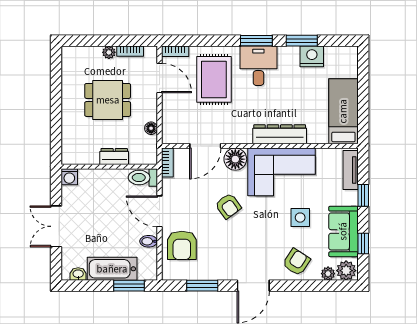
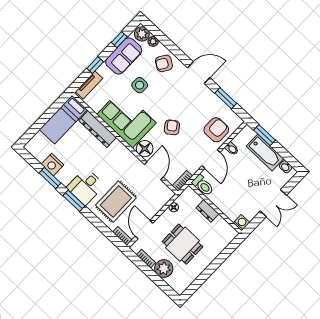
plant: (109, 52) -> (164, 268), width x1.88, depth x1.88
dresser: (280, 134) -> (98, 129), moved
door: (205, 146) -> (154, 171), hinge flipped

